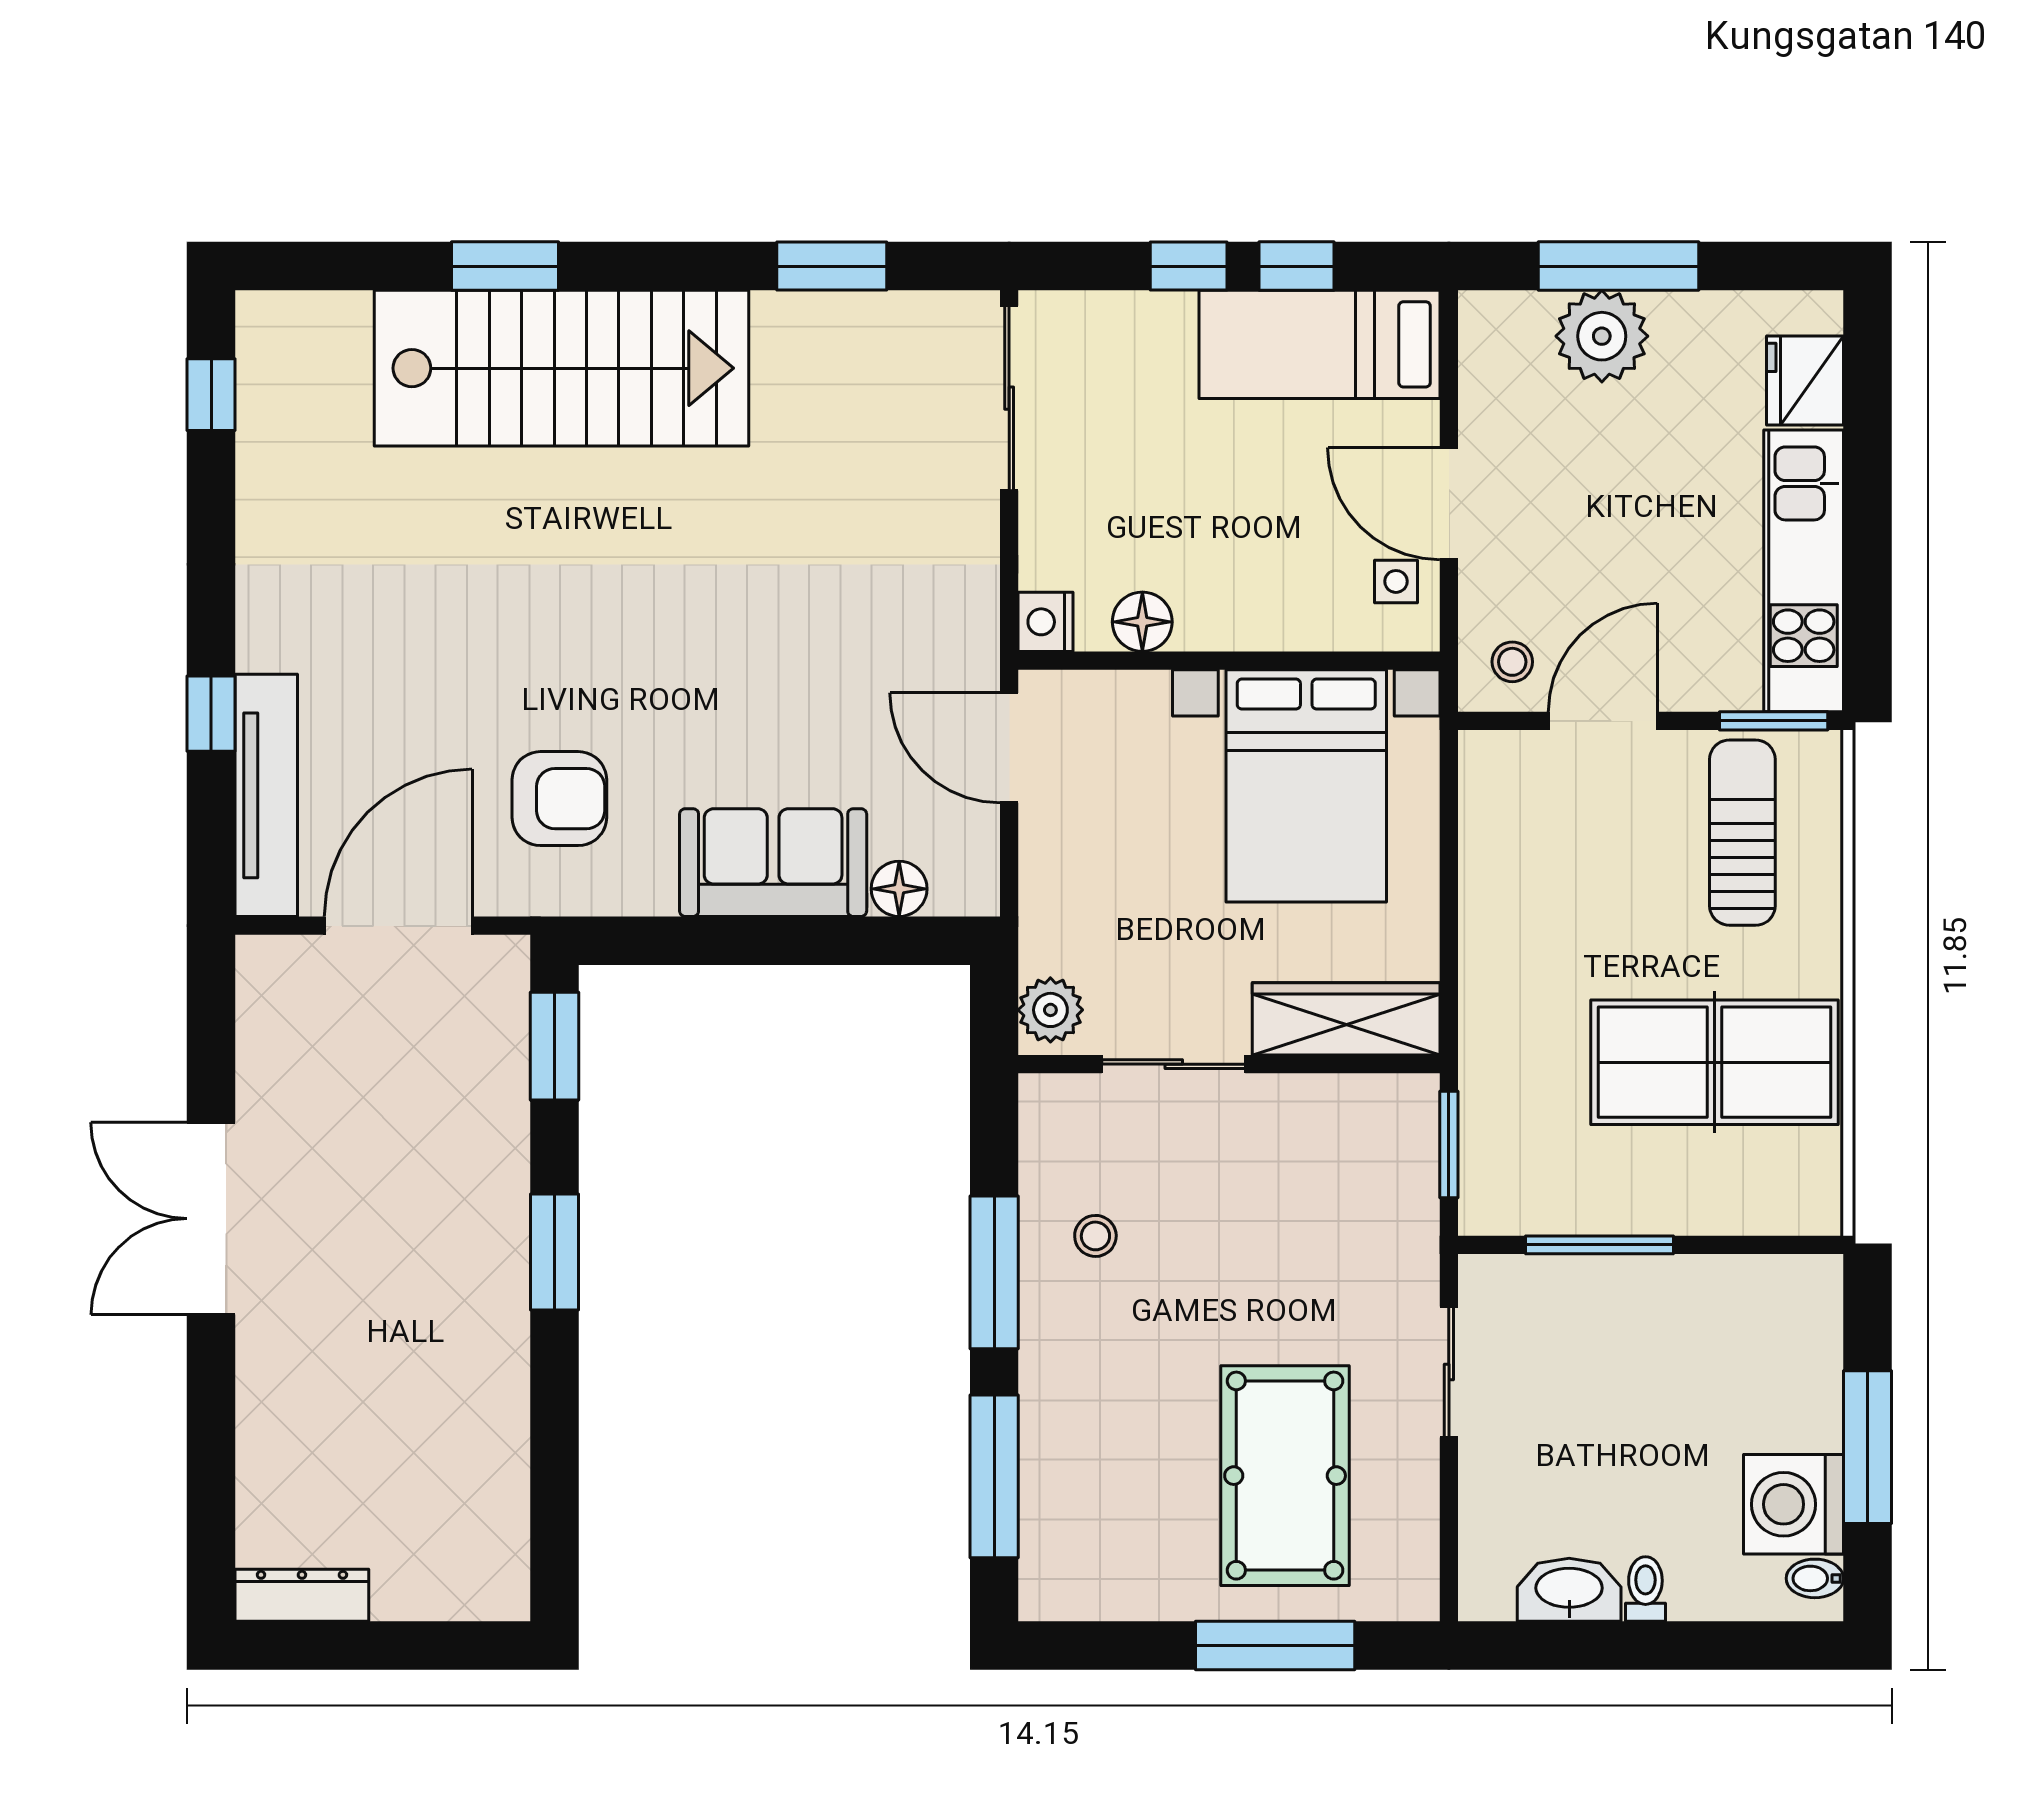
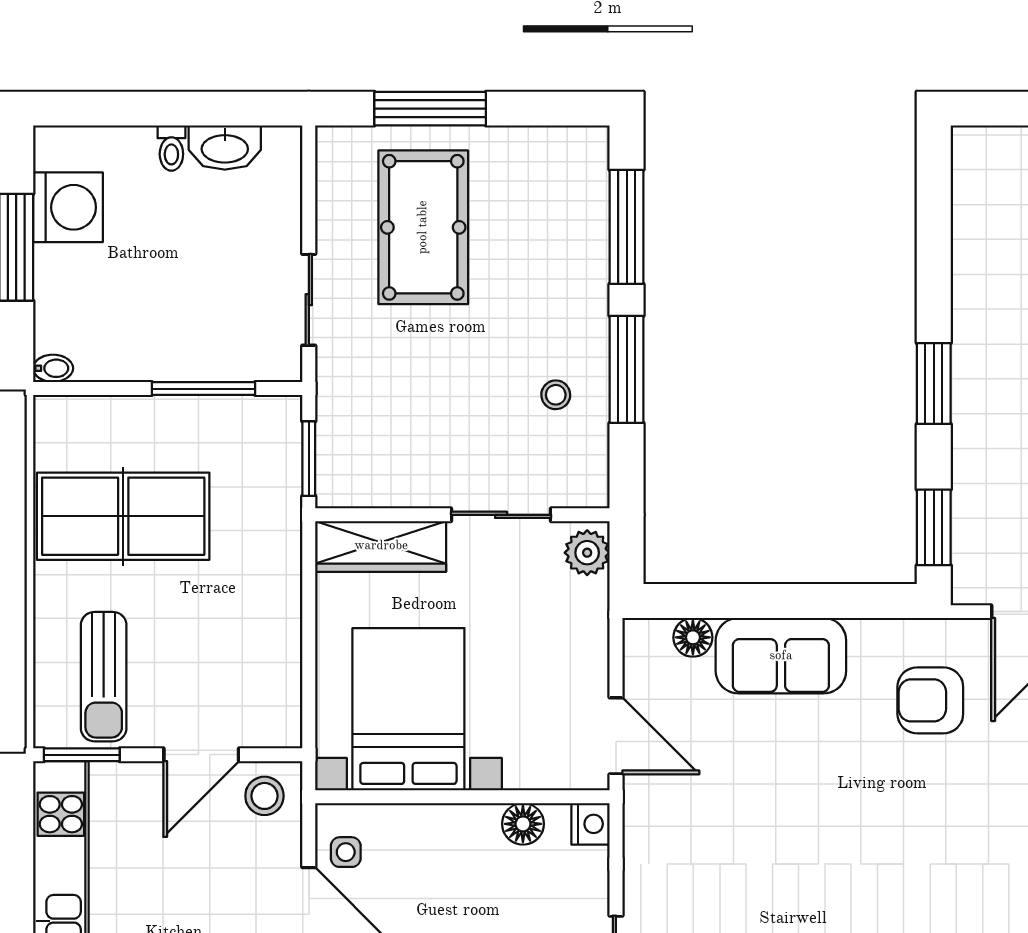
stool: (1512, 662) -> (264, 796), width x1.37, depth x1.37
bidet: (1815, 1578) -> (53, 368), moved

